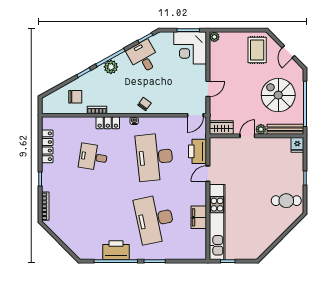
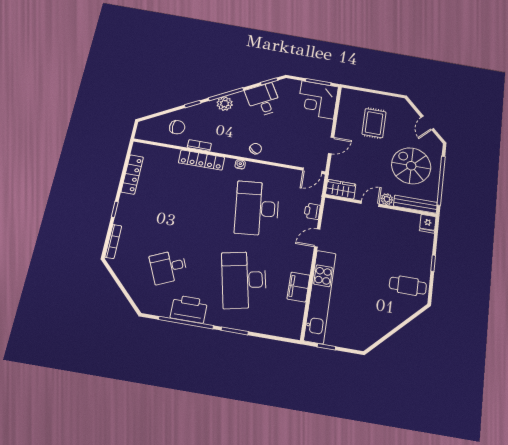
plant: (214, 37) -> (346, 94), removed
rug: (257, 50) -> (374, 123), moved
locker: (108, 123) -> (201, 160), width x1.53
printer: (198, 151) -> (312, 211), width x0.53, depth x0.68
desk: (93, 157) -> (169, 267), moved, turned -33

